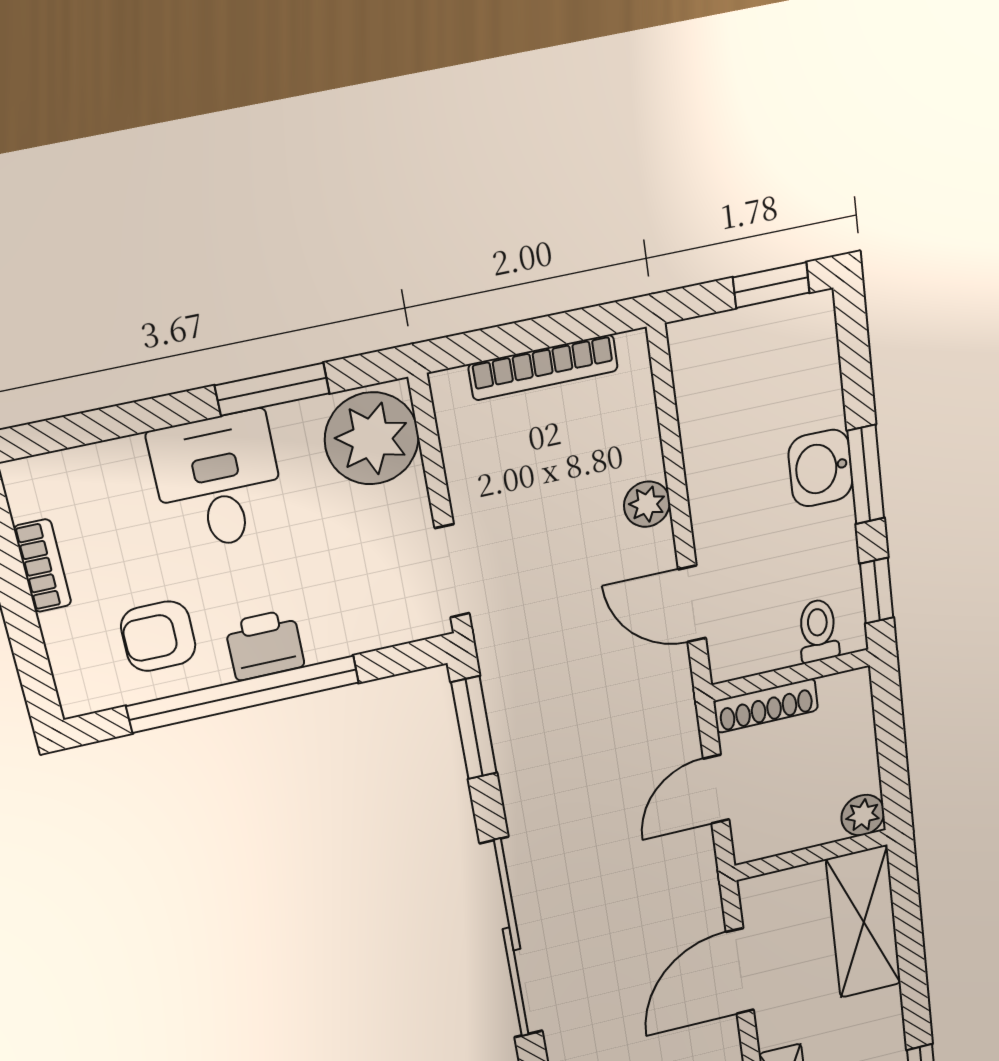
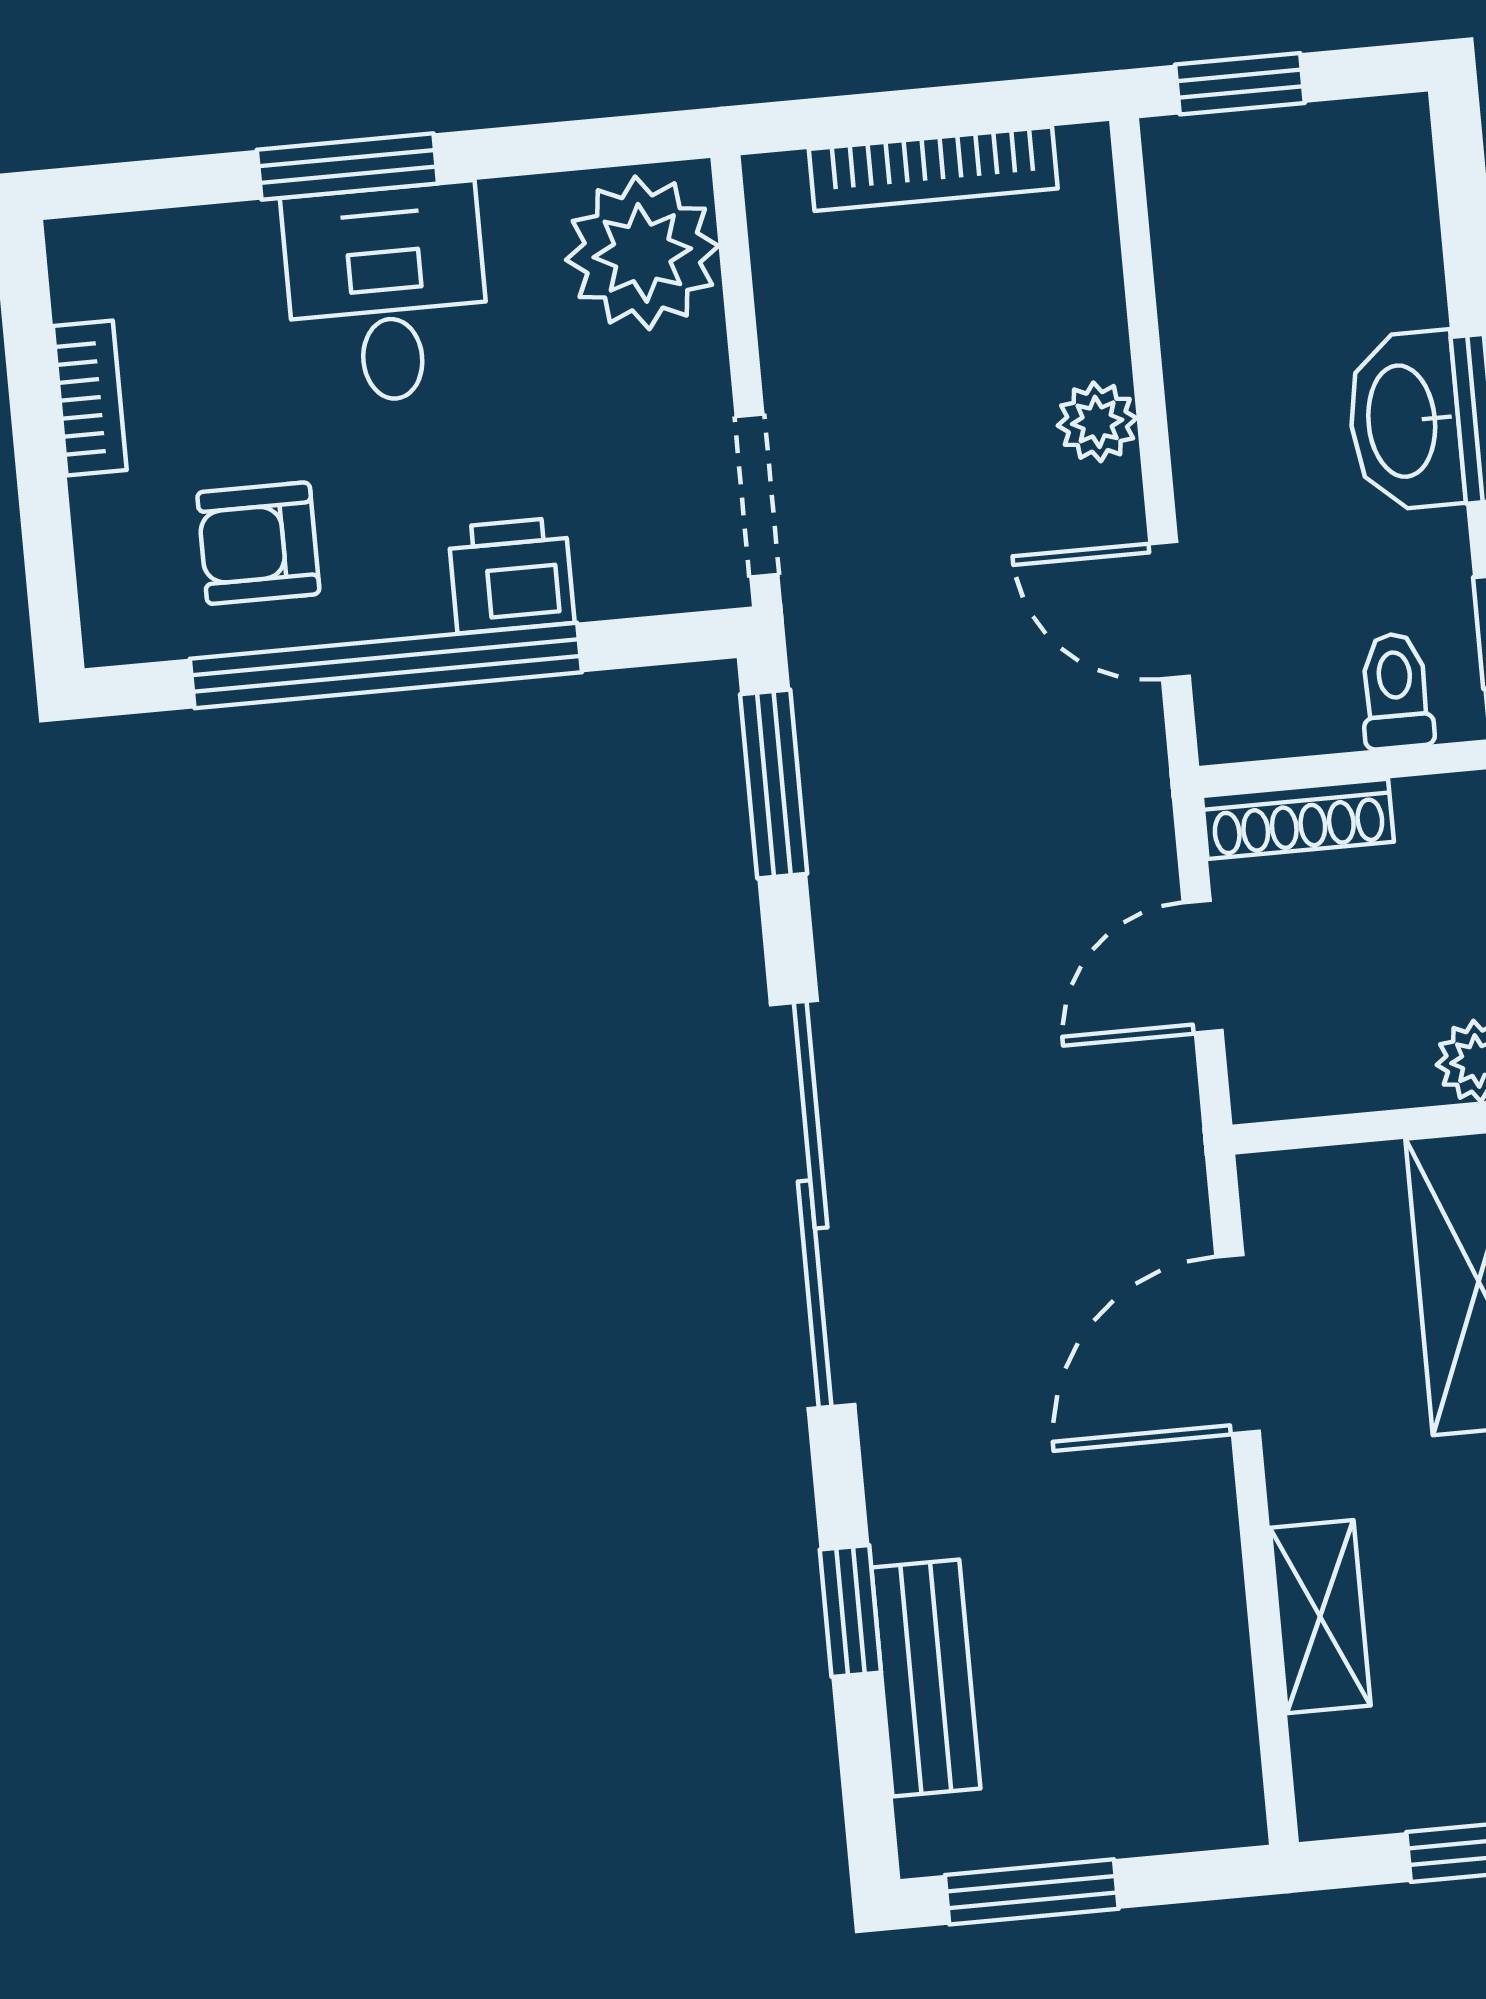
window: (771, 285) -> (1240, 84), moved
window: (272, 389) -> (347, 167), moved
washbasin: (820, 468) -> (1405, 421), width x1.38
printer: (265, 645) -> (511, 575), moved

